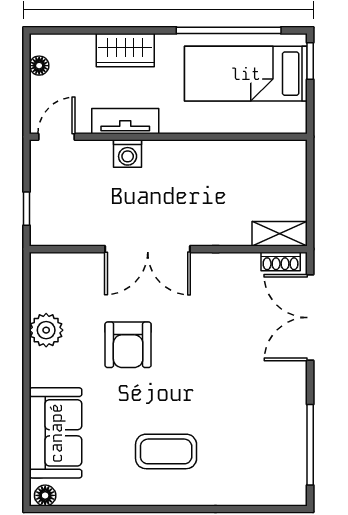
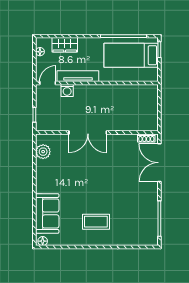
wardrobe: (125, 50) -> (65, 45), moved
tv unit: (125, 121) -> (78, 76), width x1.41
washing machine: (128, 154) -> (67, 90), moved
shelving: (280, 234) -> (146, 126), removed
plant: (46, 330) -> (43, 152), moved
armchair: (128, 345) -> (79, 175), removed

